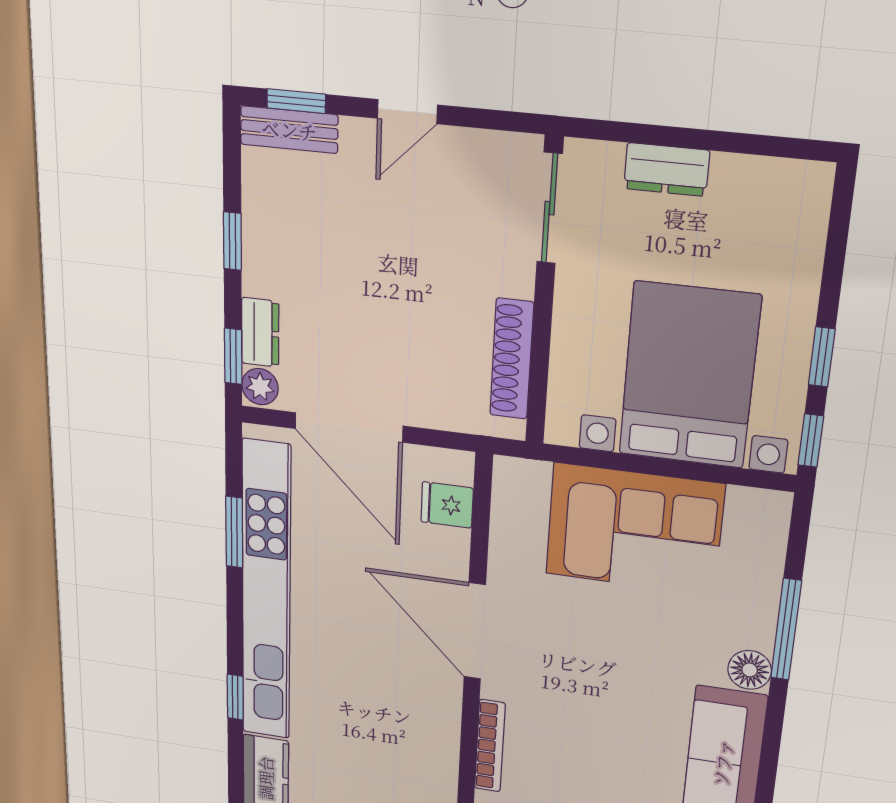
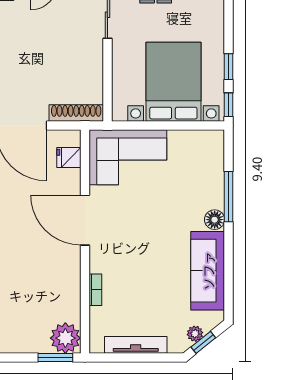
shoe rack: (512, 359) -> (76, 113), moved, turned 90
corner sofa: (634, 529) -> (128, 157), moved
bookcase: (490, 746) -> (95, 290), width x0.64

